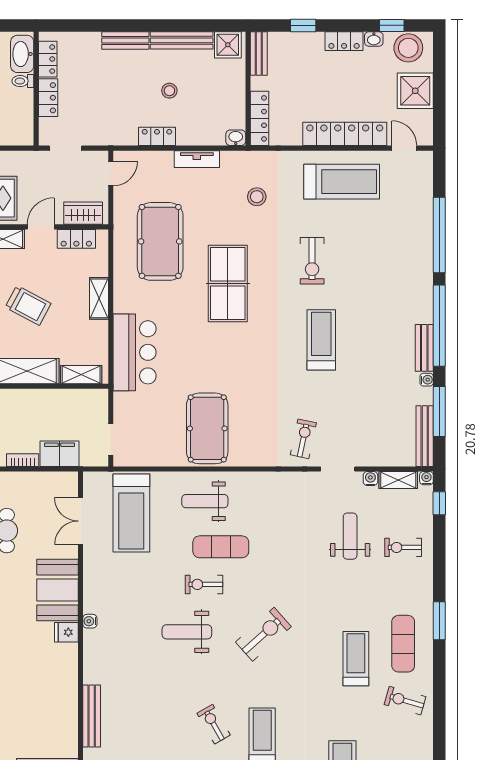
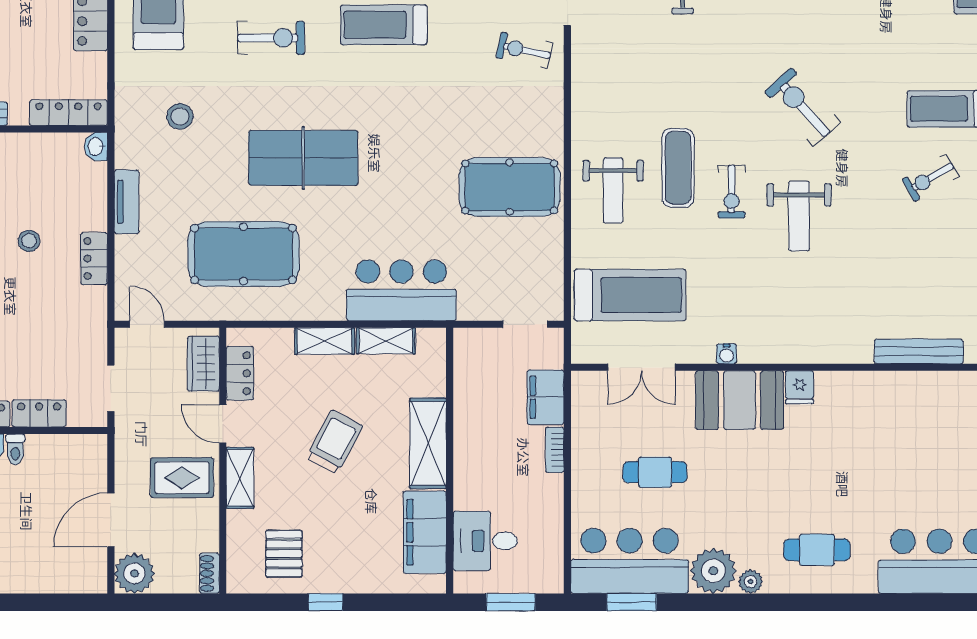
shelving: (81, 375) -> (386, 341), moved, turned 90
water cooler: (90, 621) -> (727, 354), moved

